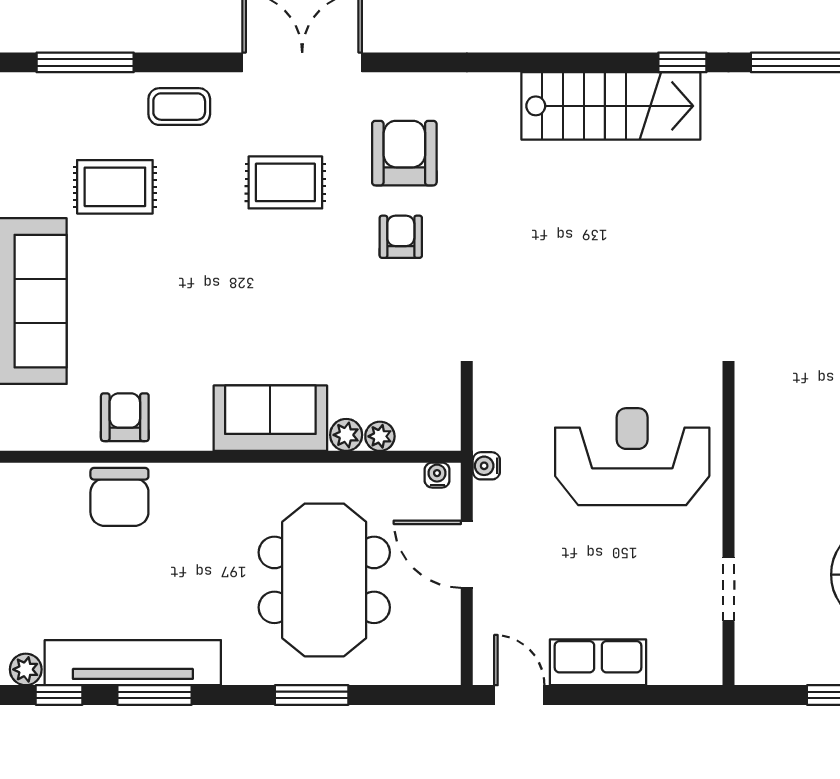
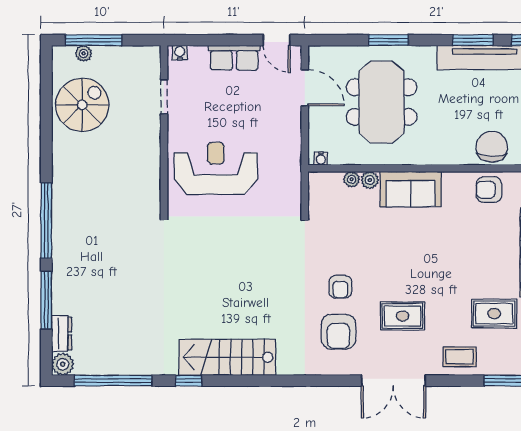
armchair: (125, 417) -> (489, 190), turned 90
reception desk: (632, 457) -> (216, 168), turned 180
water cooler: (486, 466) -> (180, 53), moved, turned -90
door: (467, 554) -> (305, 88), moved

